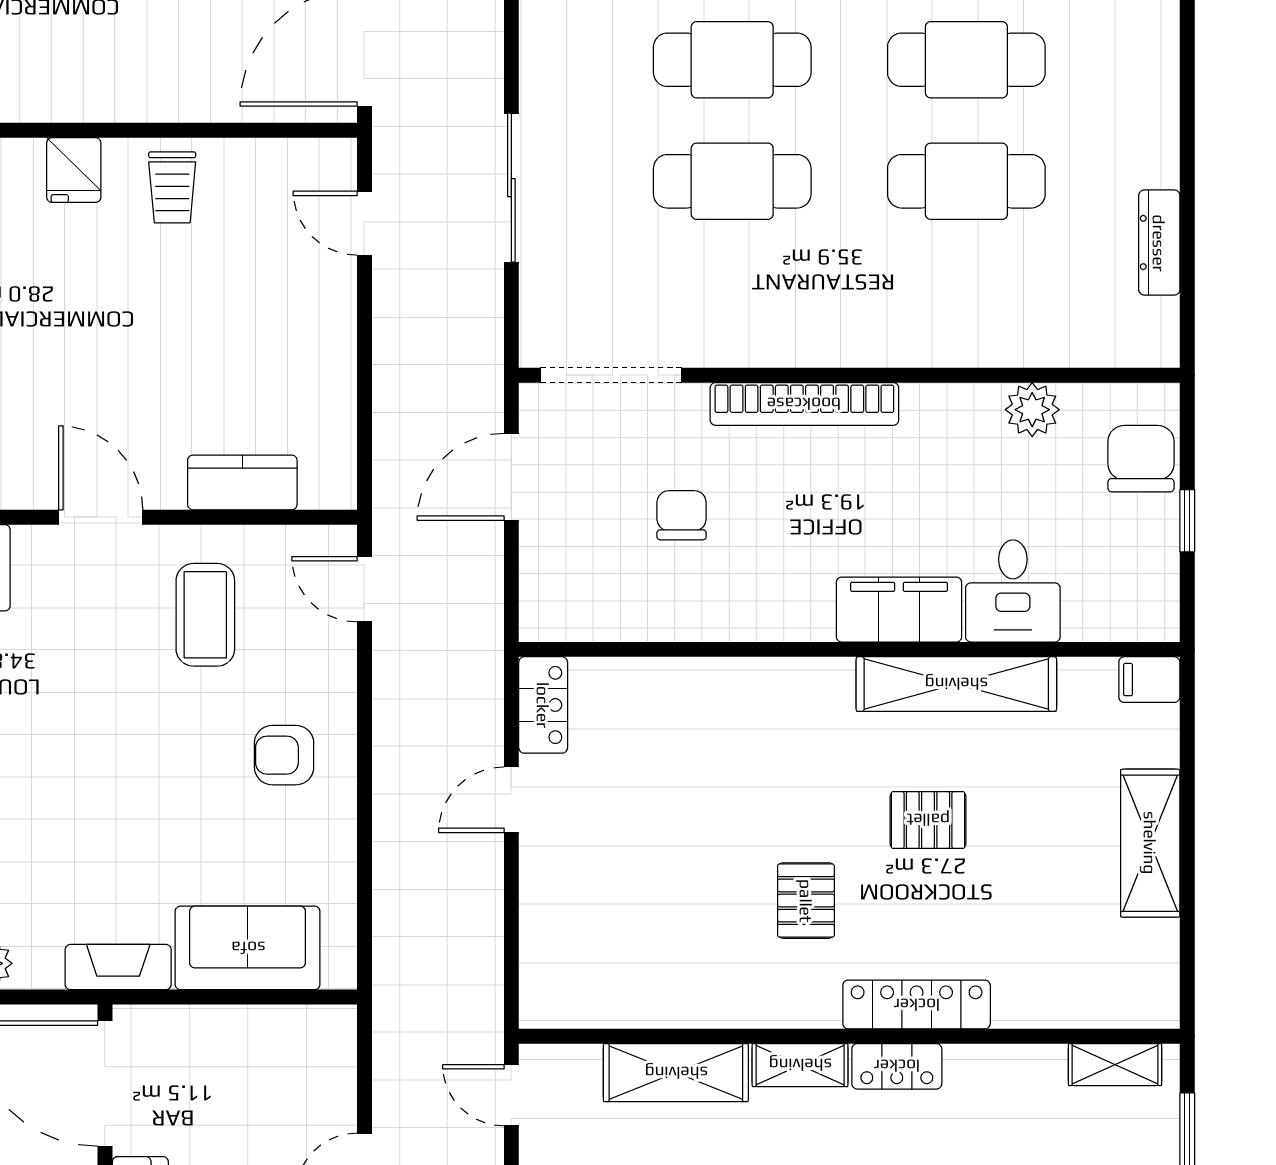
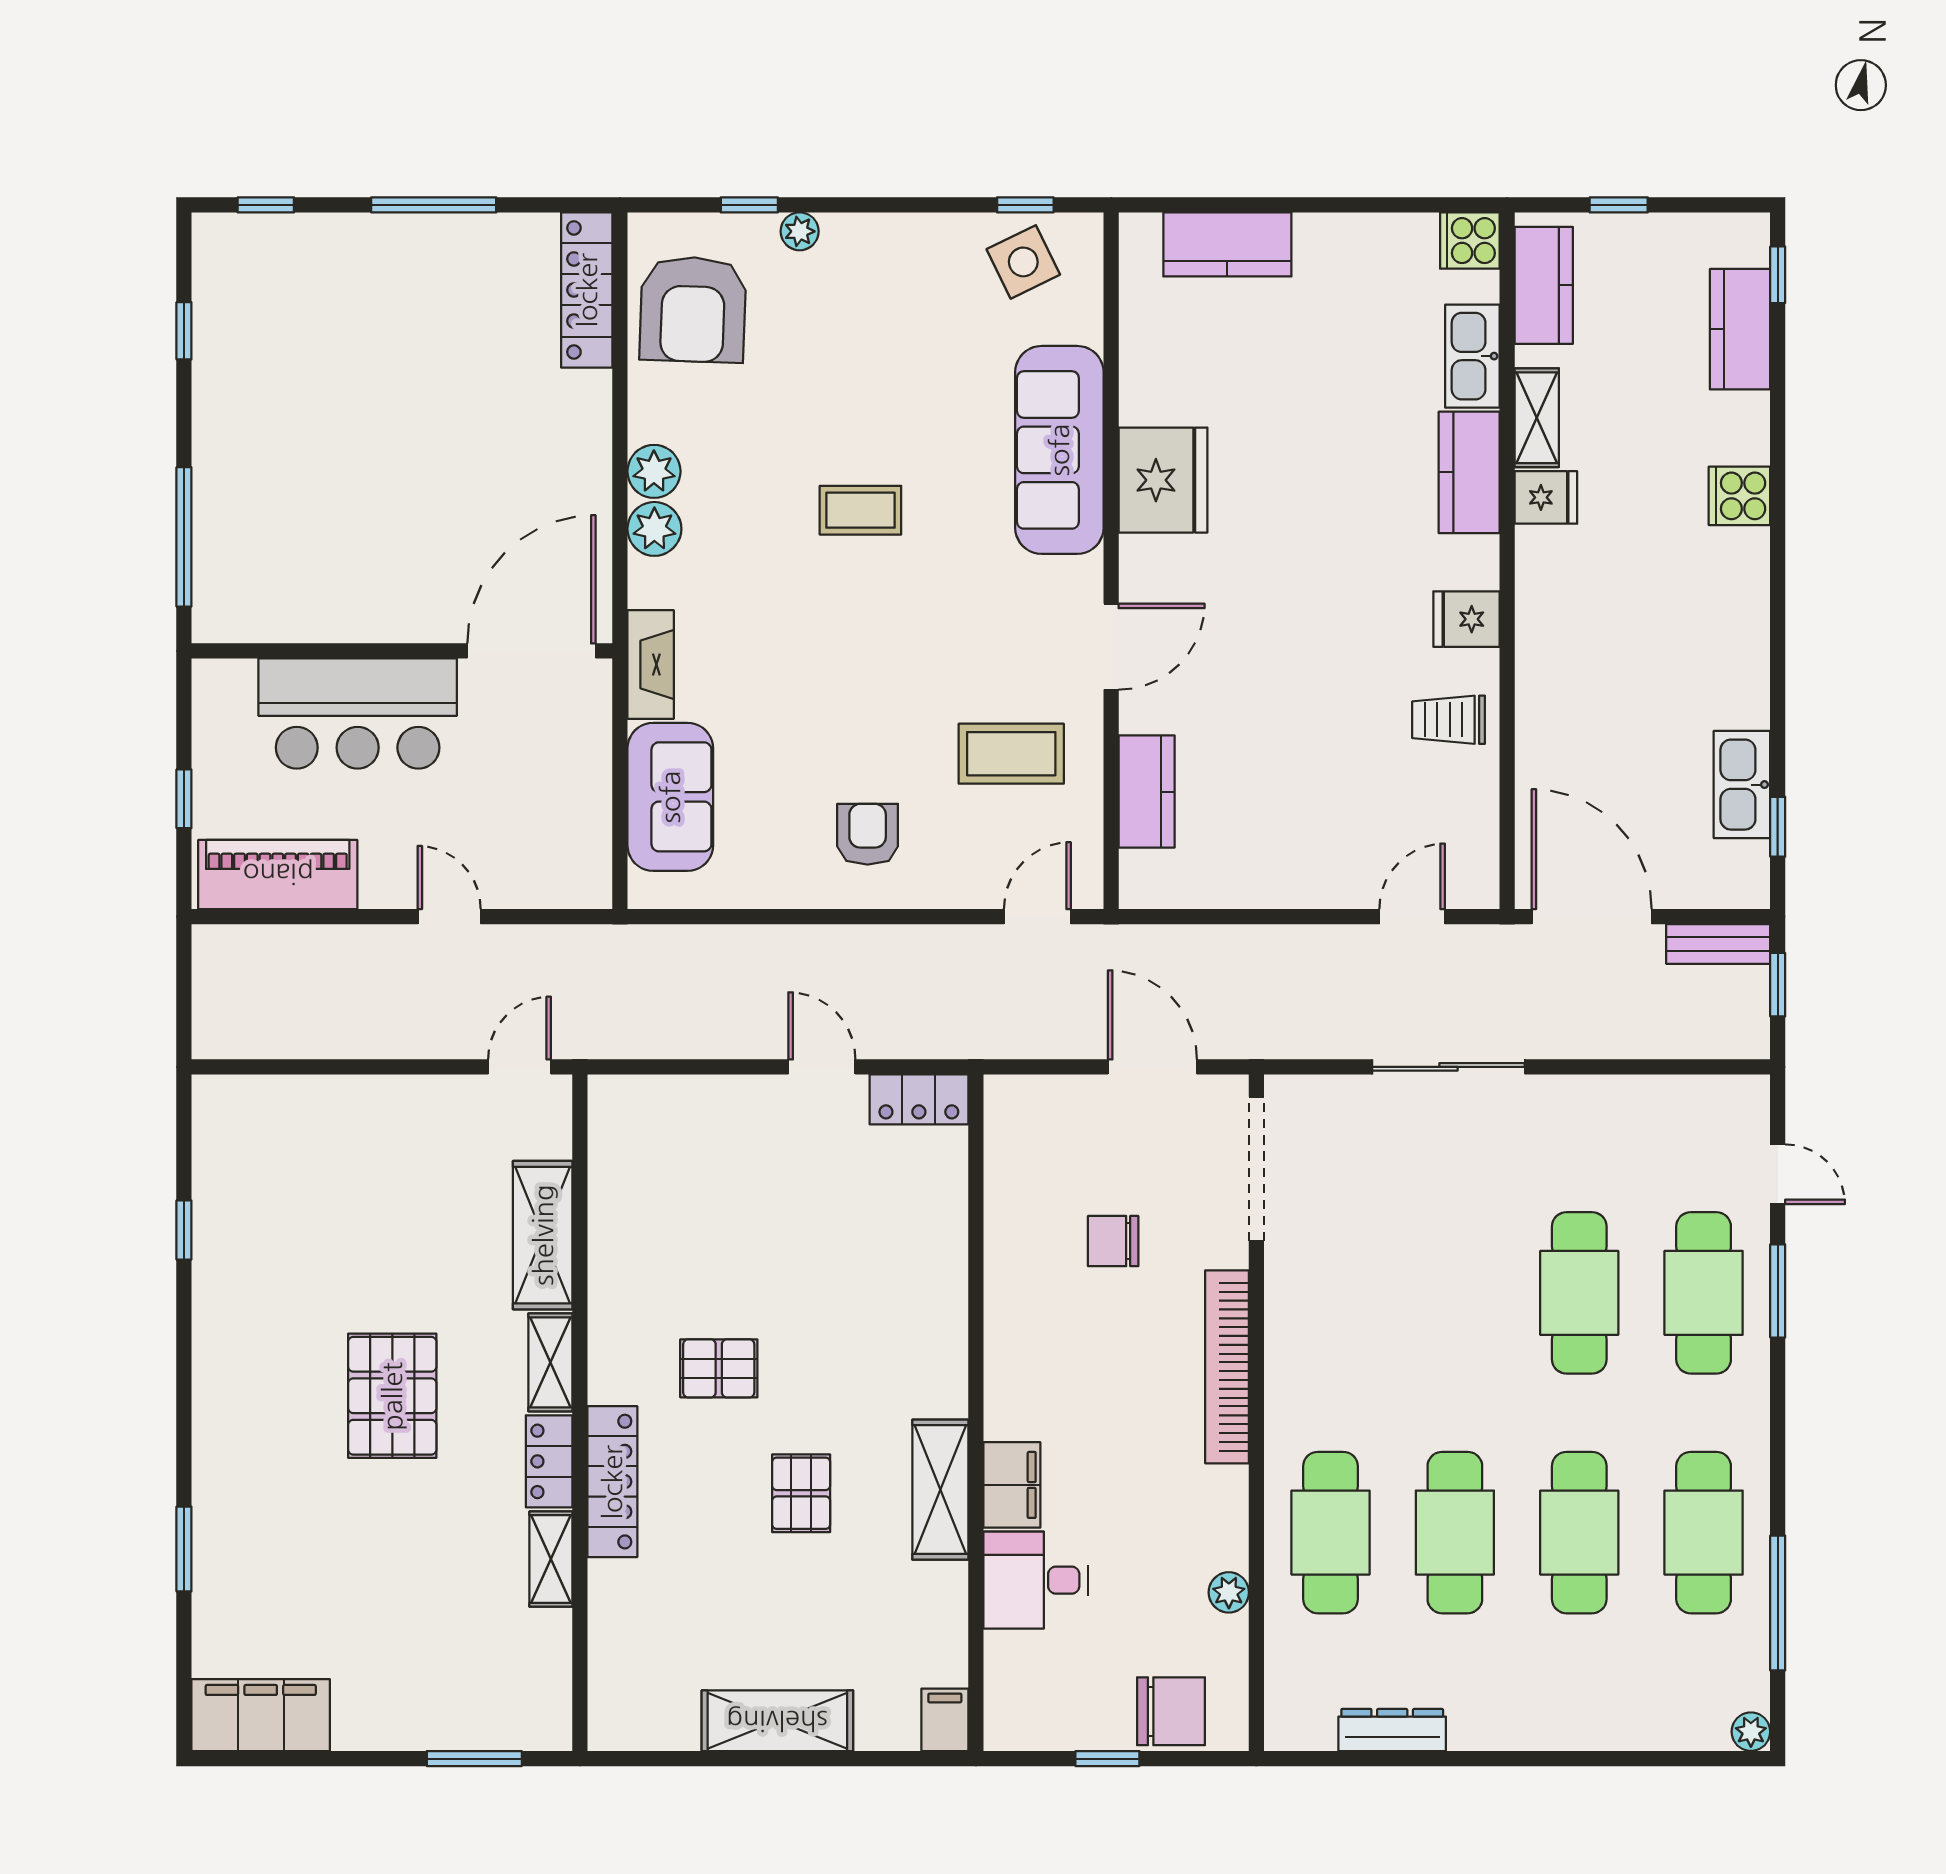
cafe table: (732, 181) -> (1331, 1533), moved
plant: (1032, 410) -> (1229, 1592), width x0.73, depth x0.73
chair: (682, 515) -> (1113, 1241), turned 180
filing cabinet: (899, 610) -> (1012, 1485), width x0.67, depth x0.86
shelving: (956, 684) -> (940, 1490), width x0.68
shelving: (1115, 1065) -> (551, 1559), moved

